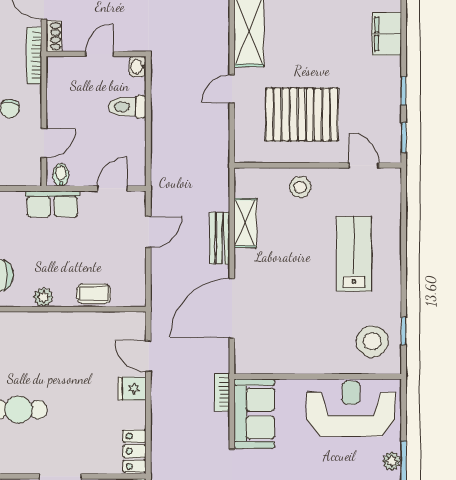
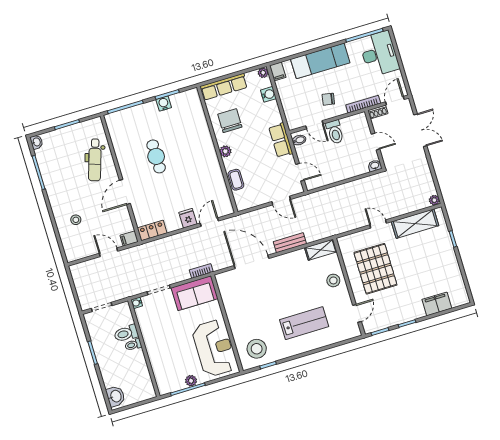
toilet: (127, 107) -> (335, 132), moved, turned 180
shelving: (245, 223) -> (321, 250), moved

